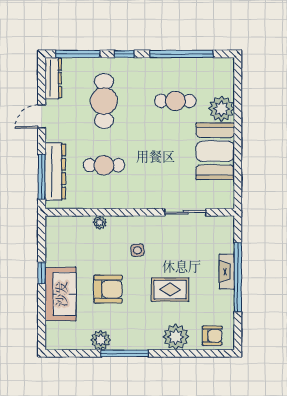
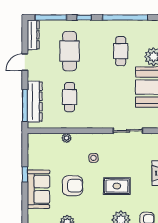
cafe table: (175, 101) -> (121, 51), turned 90
cafe table: (104, 165) -> (70, 97), turned 90

